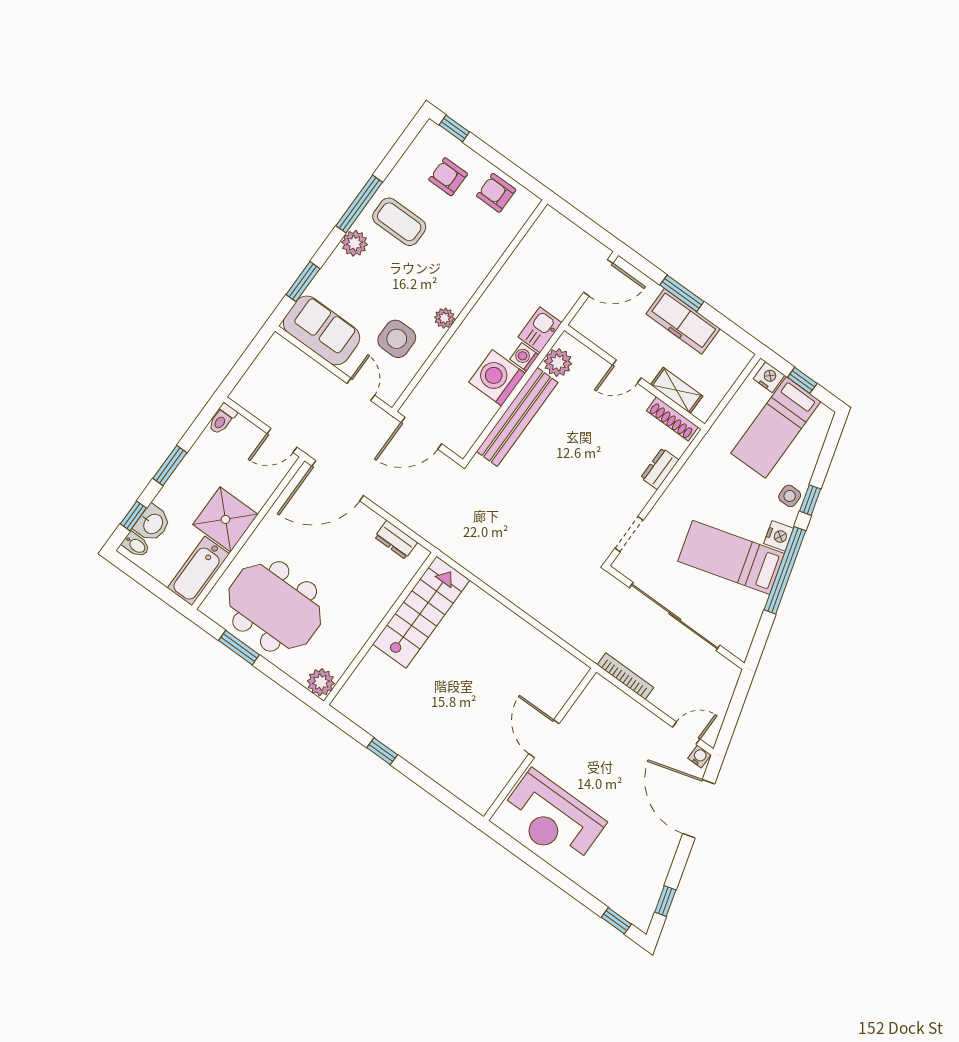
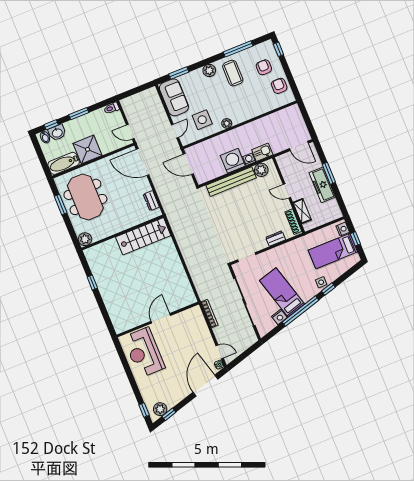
window: (359, 204) -> (238, 49), moved
nightstand: (779, 536) -> (279, 317), moved
plant: (644, 901) -> (160, 409), added

